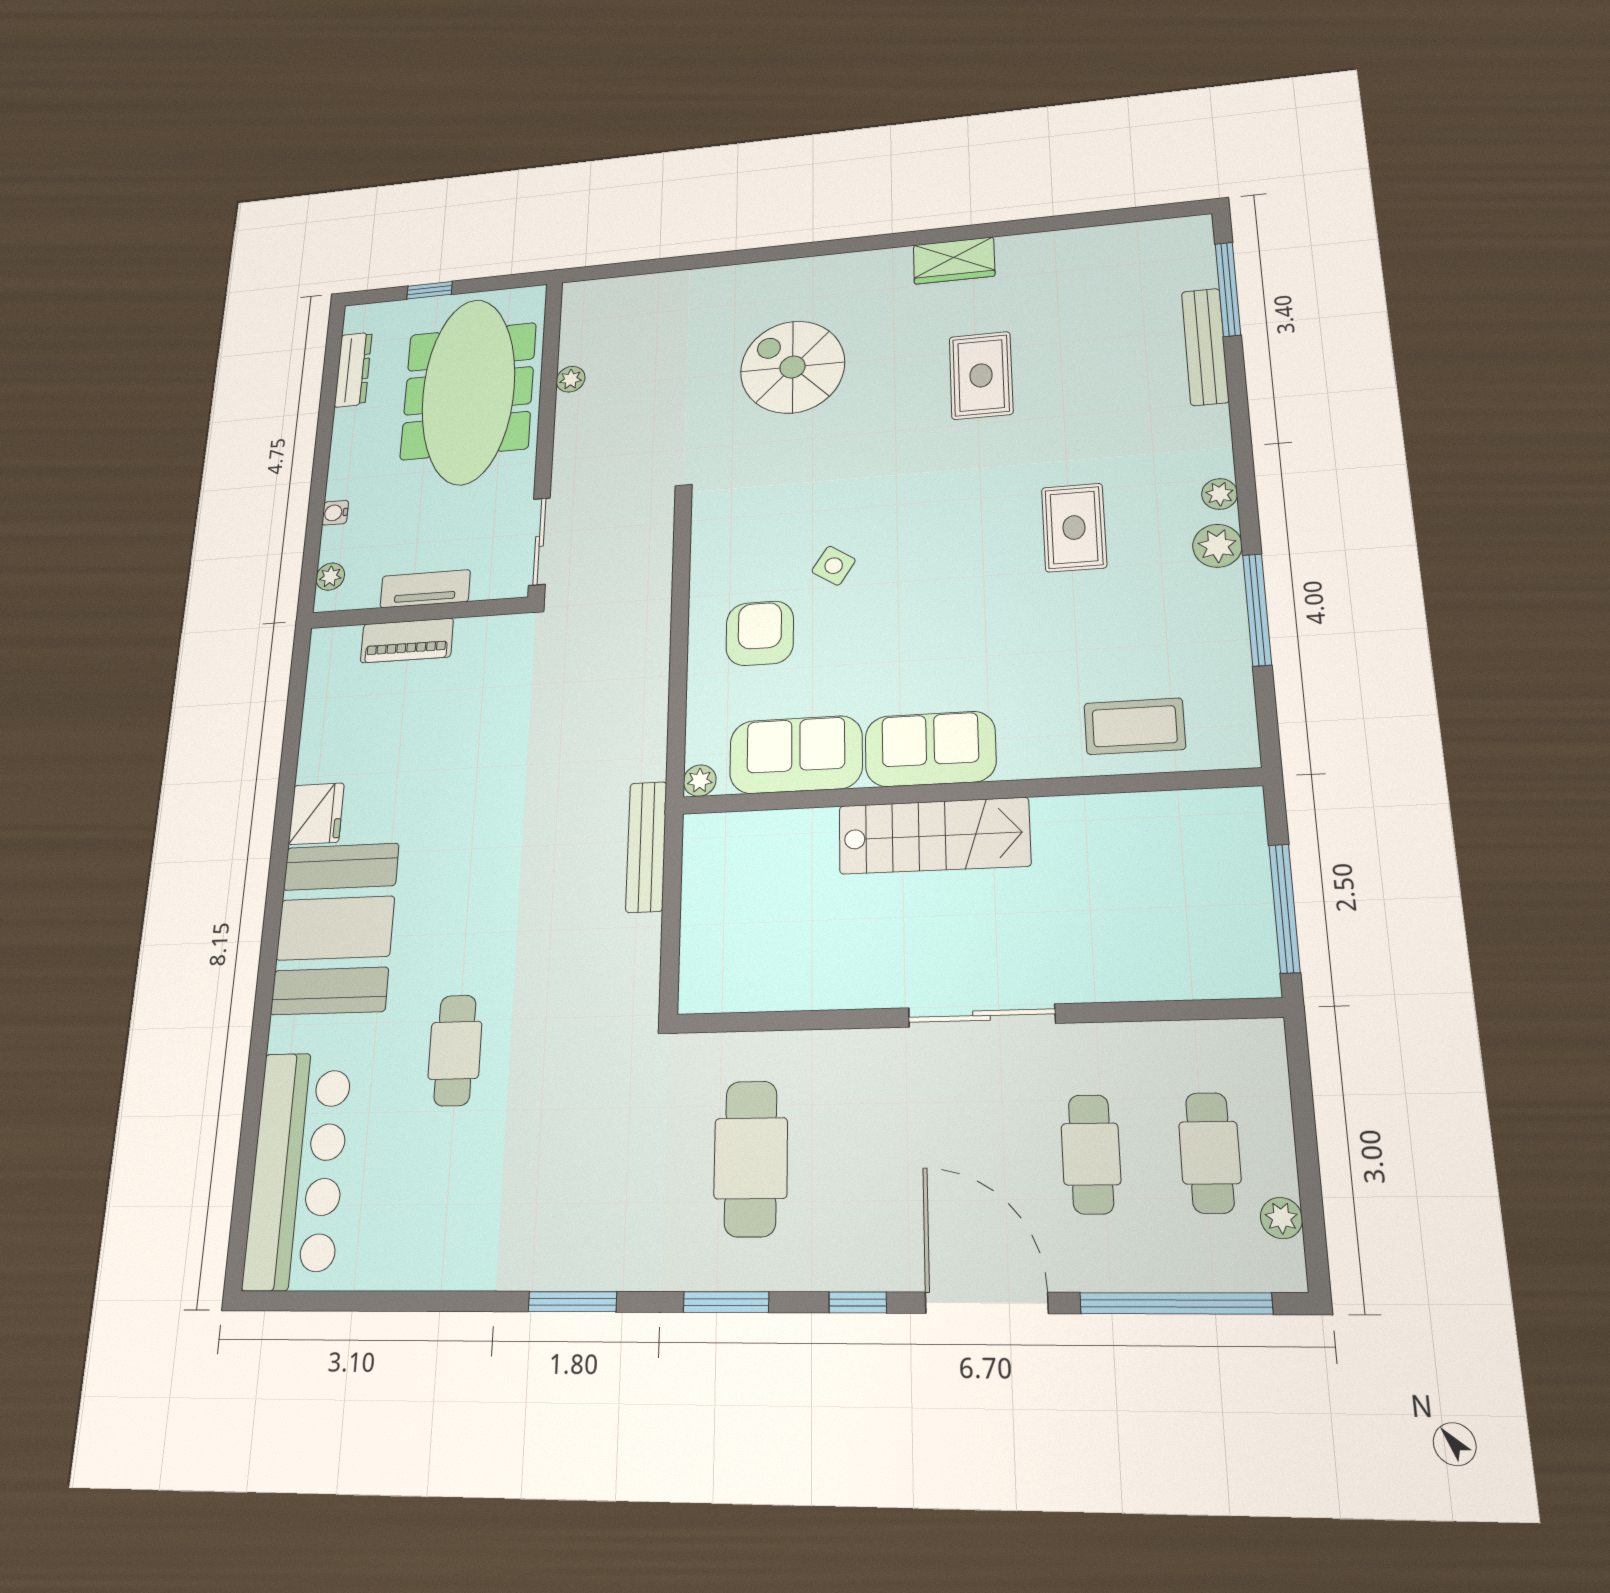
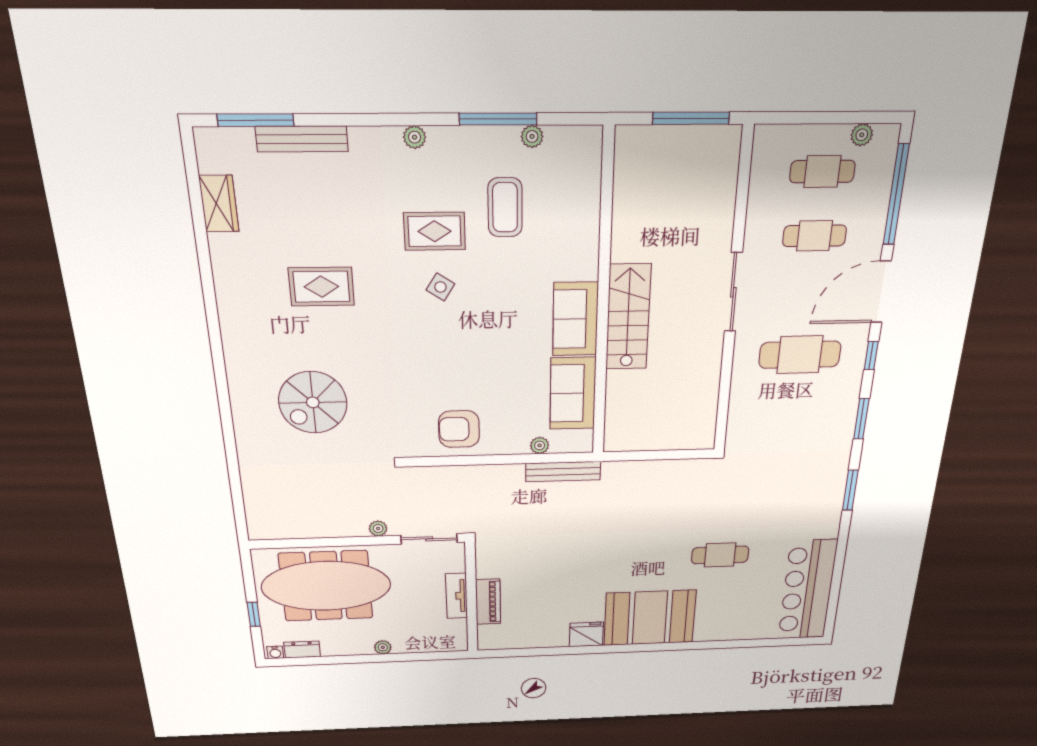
wardrobe: (954, 261) -> (219, 204), moved
dresser: (353, 370) -> (302, 650), width x0.70
plant: (571, 379) -> (378, 528), moved
water cooler: (335, 513) -> (275, 652), moved
plant: (1217, 546) -> (532, 136), moved, width x0.73, depth x0.73
side table: (834, 566) -> (440, 287), moved
plant: (330, 577) -> (383, 647), moved
armchair: (760, 633) -> (459, 429), moved
coffee table: (1135, 726) -> (505, 207), moved
plant: (700, 781) -> (540, 445), moved
bench: (646, 847) -> (563, 472), moved
cafe table: (751, 1158) -> (800, 355), moved
bar counter: (298, 1170) -> (807, 590), moved, turned -90

